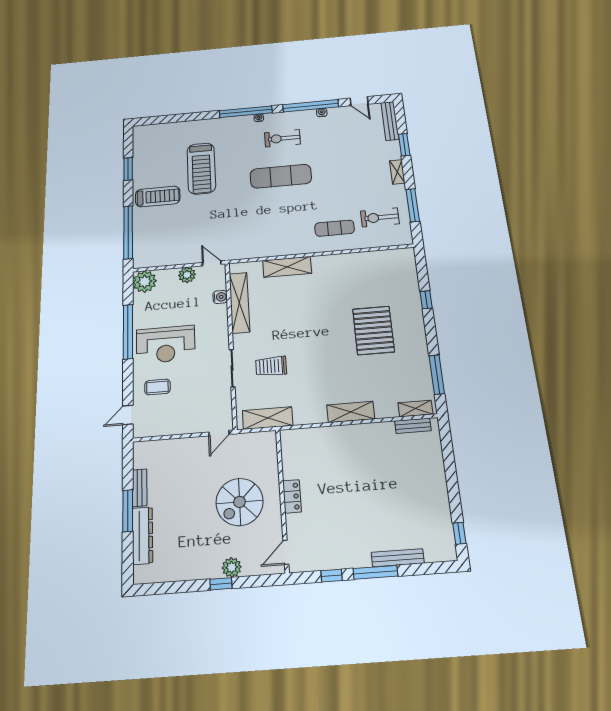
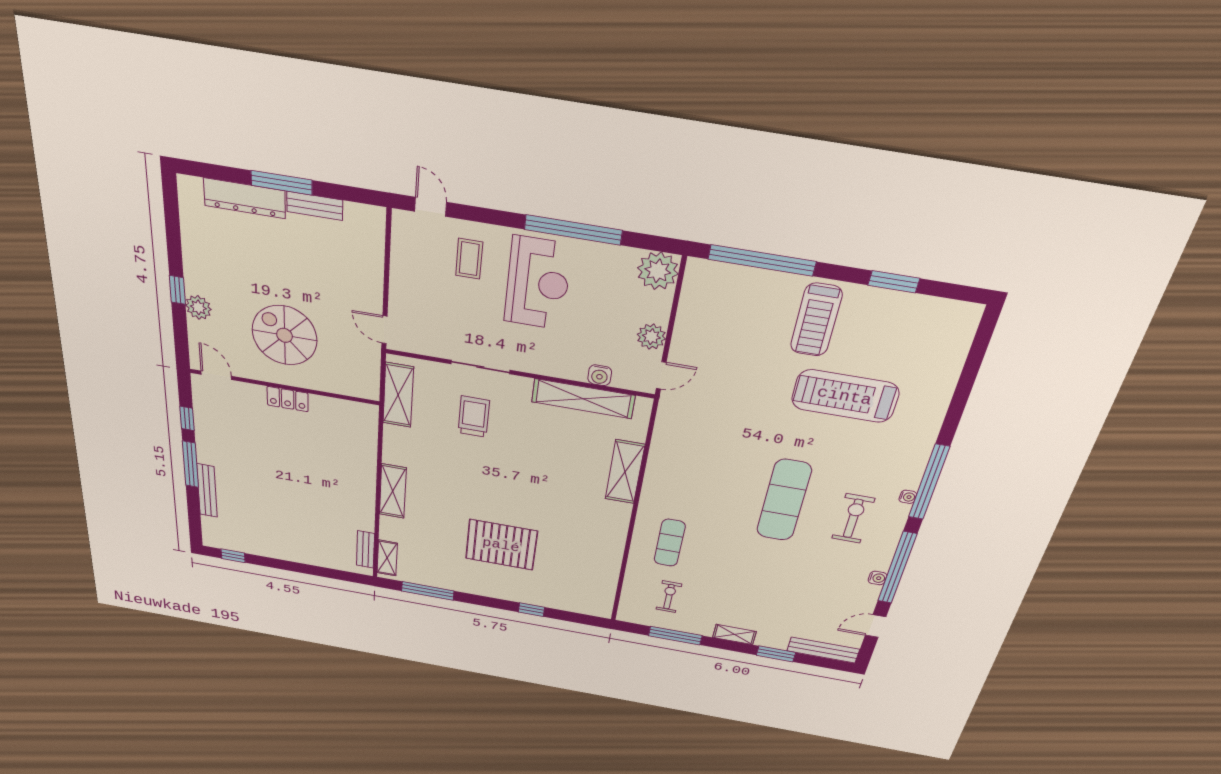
exercise bike: (380, 217) -> (669, 597), width x0.73, depth x0.72
reception desk: (166, 345) -> (538, 283), turned 180

